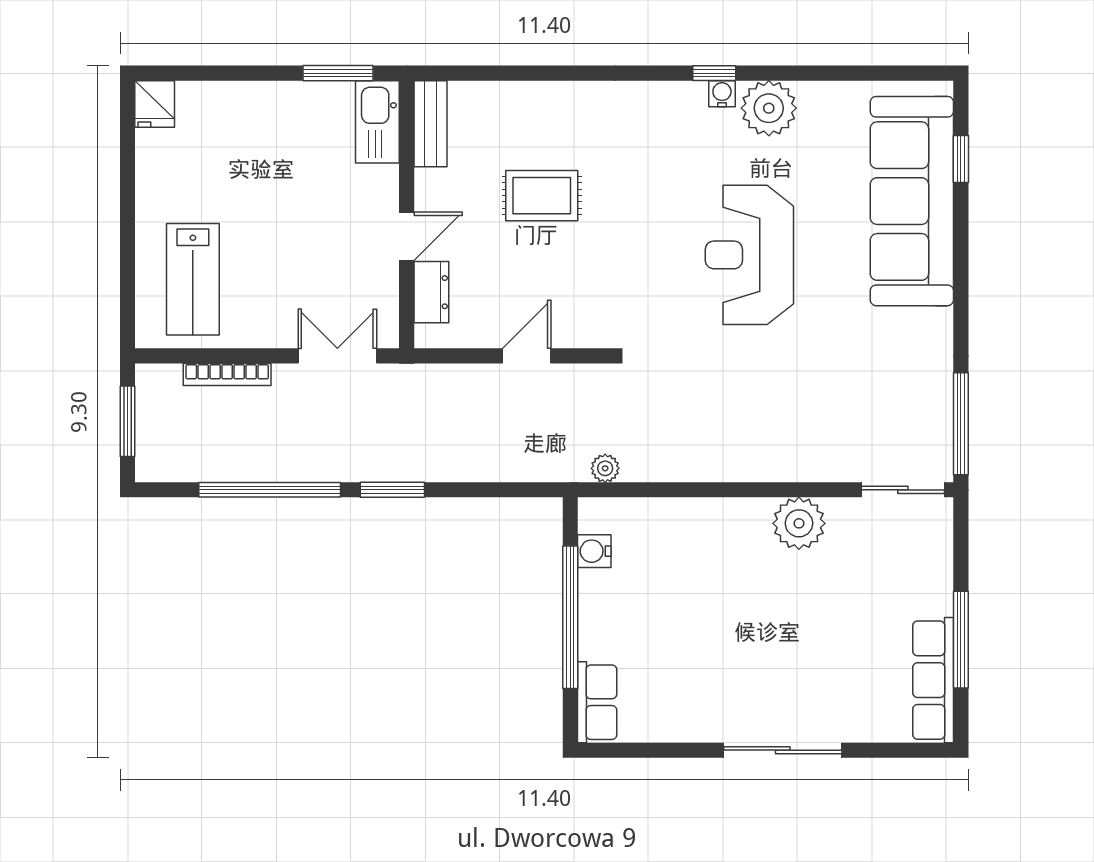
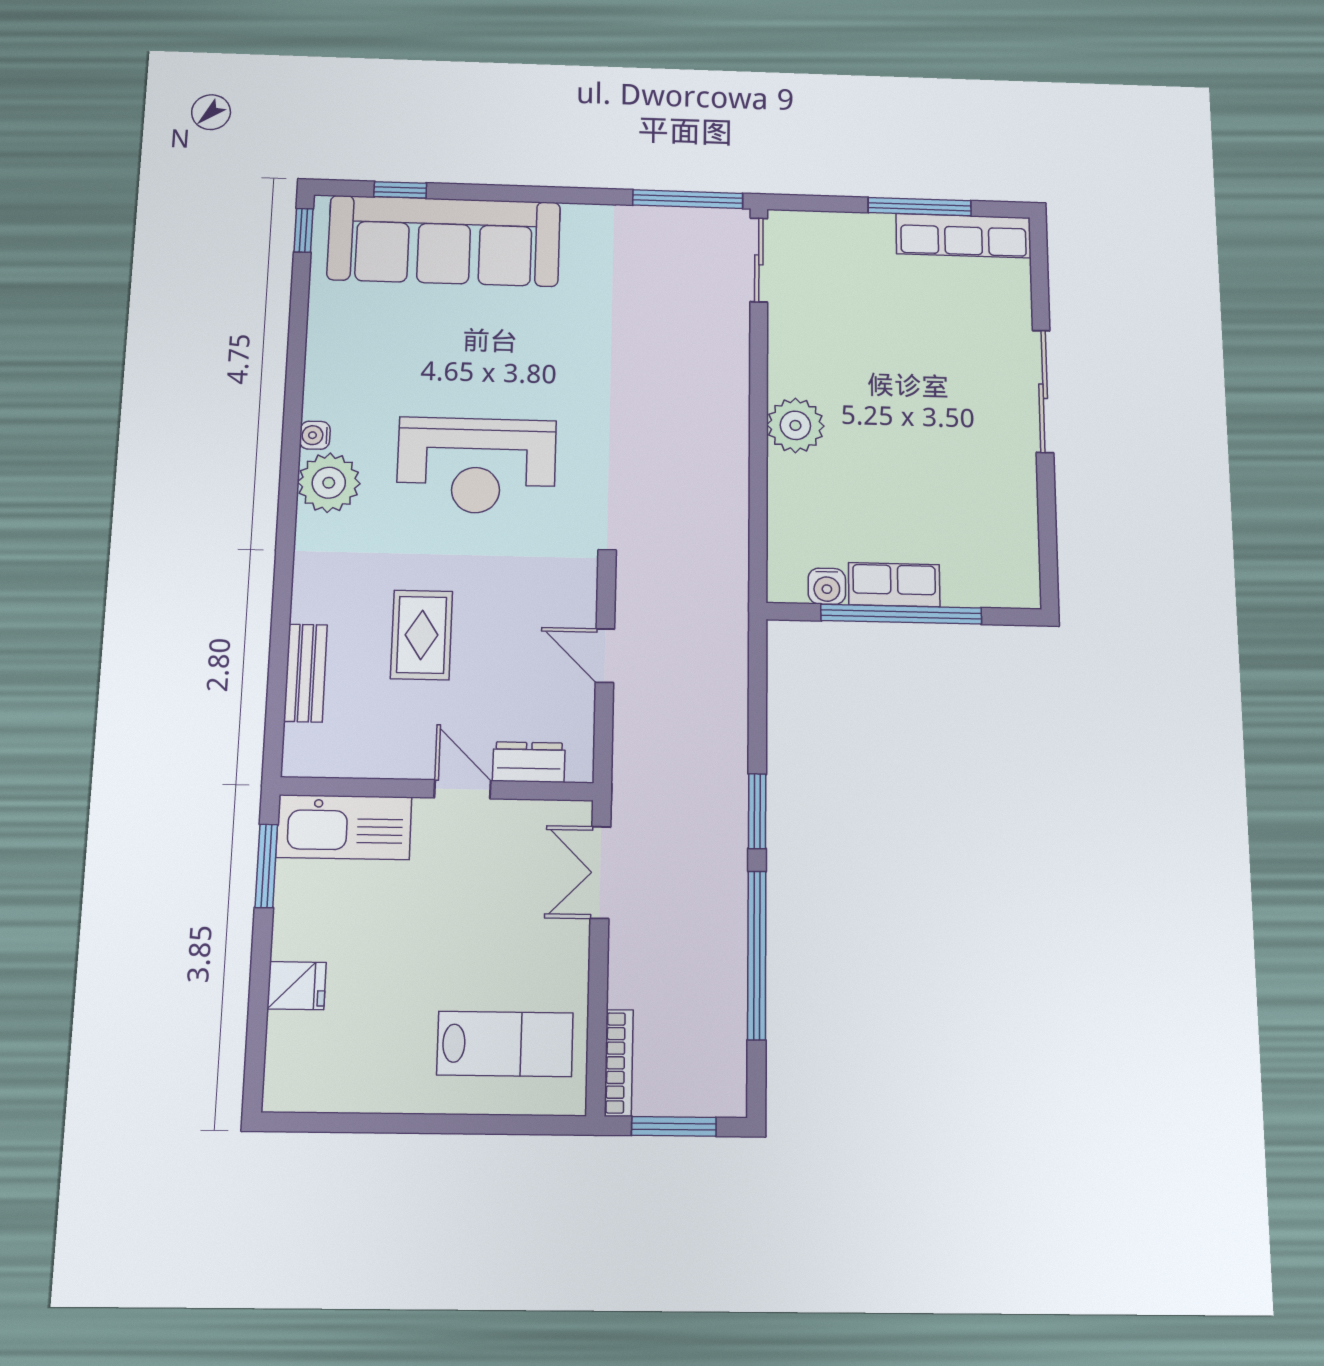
window: (714, 73) -> (304, 230), moved
fridge: (155, 104) -> (297, 986), moved
plant: (769, 108) -> (329, 483), moved
kitchen sink: (377, 122) -> (344, 827), width x1.36, depth x1.24
bench: (430, 124) -> (305, 673), moved, turned 90
reception desk: (749, 255) -> (476, 466), moved
bookcase: (227, 374) -> (619, 1063), moved
plant: (605, 468) -> (734, 572), removed
plant: (799, 523) -> (795, 425), moved
row of seats: (597, 702) -> (894, 585), moved

